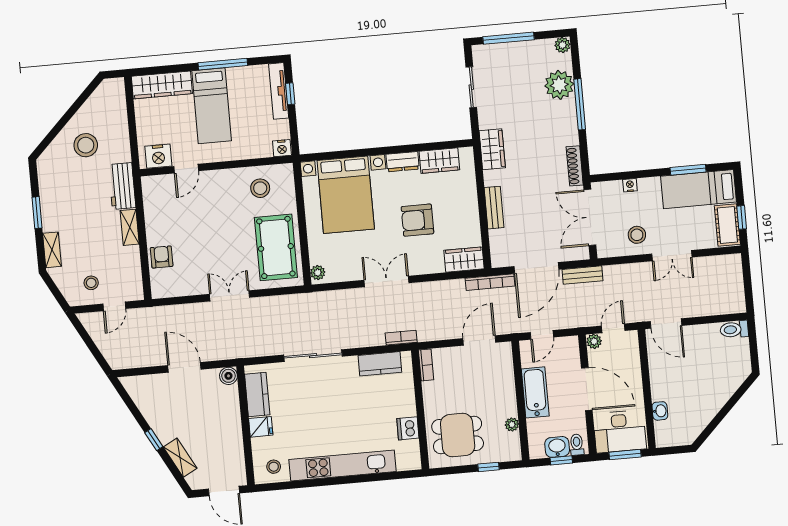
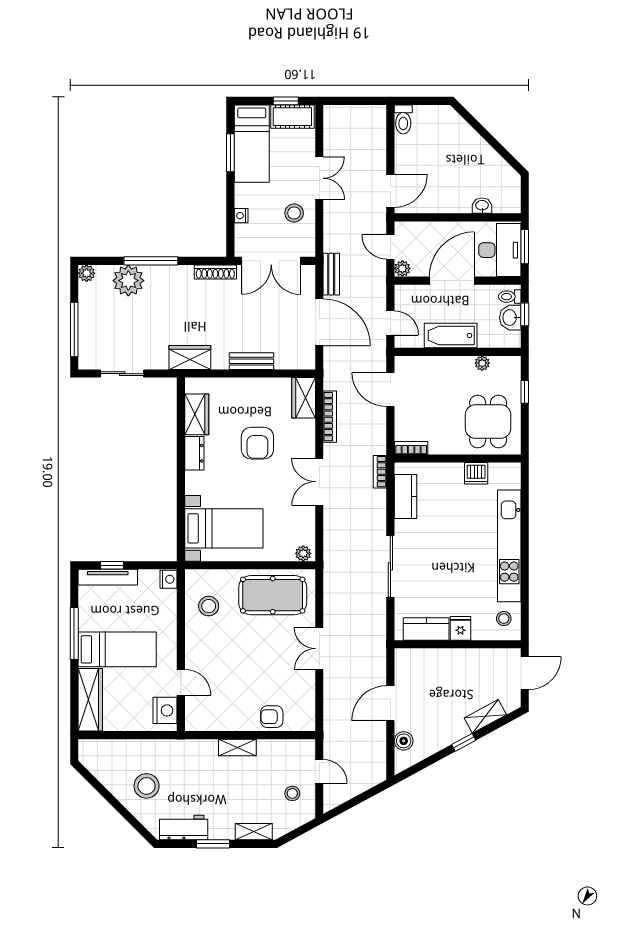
workbench: (122, 186) -> (184, 827), moved, turned 180
bed with nightstands: (346, 195) -> (224, 528), width x0.73
bookcase: (490, 282) -> (330, 417), moved
boiler: (228, 376) -> (404, 741), moved

